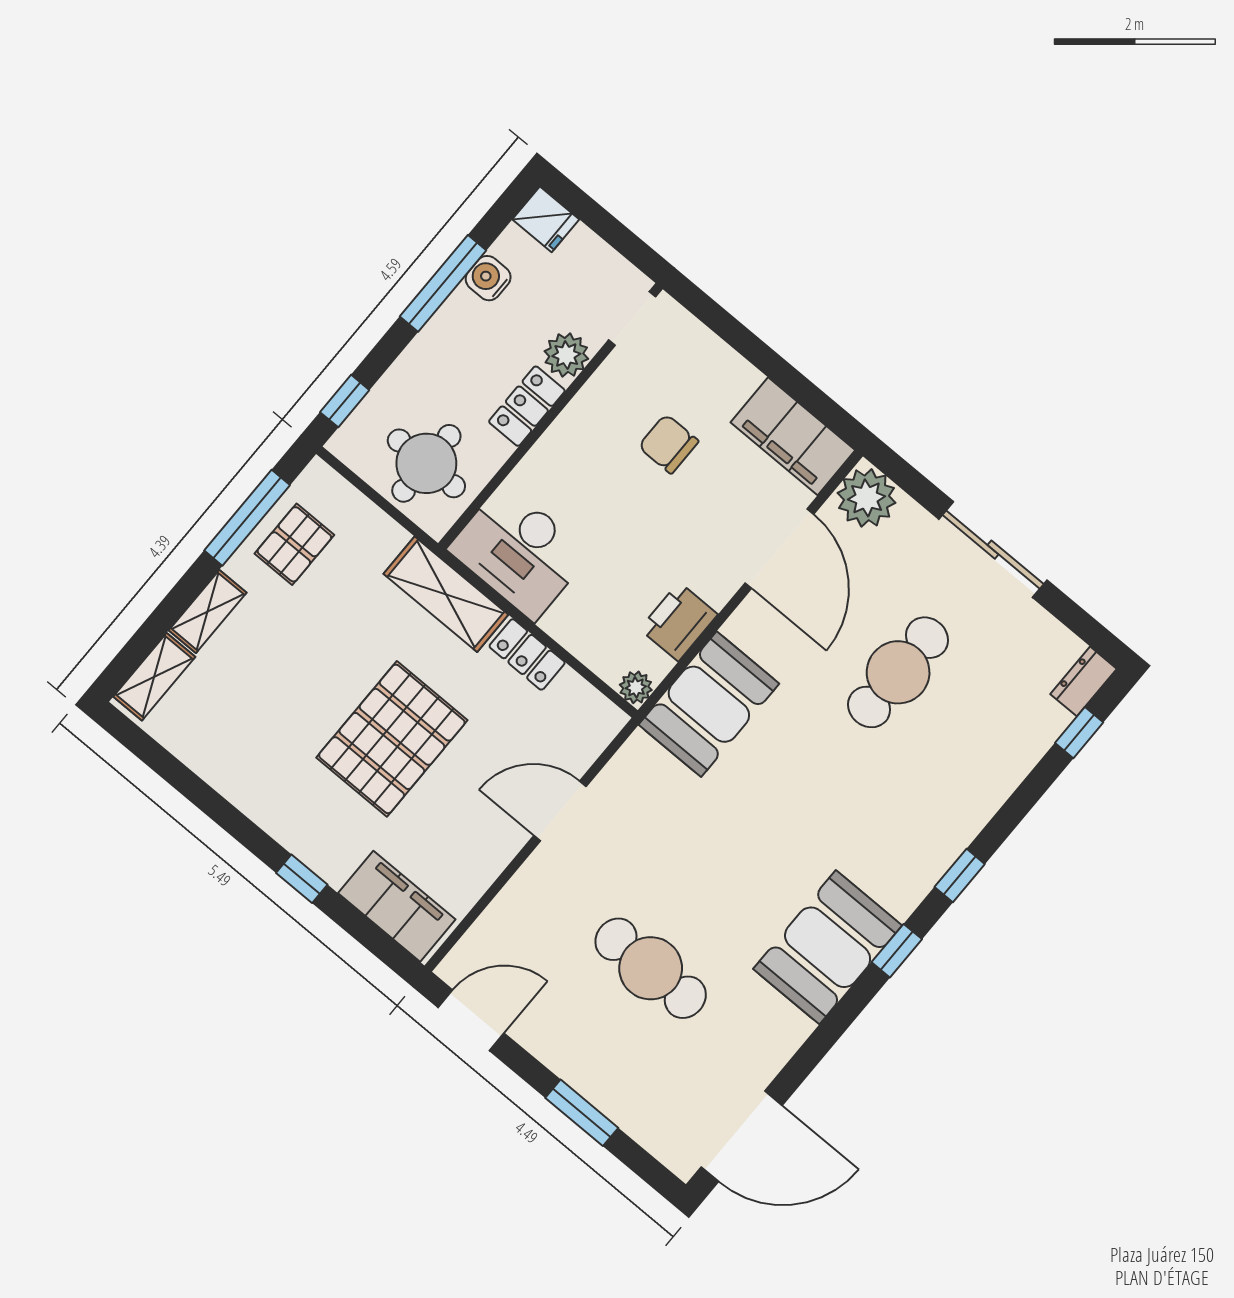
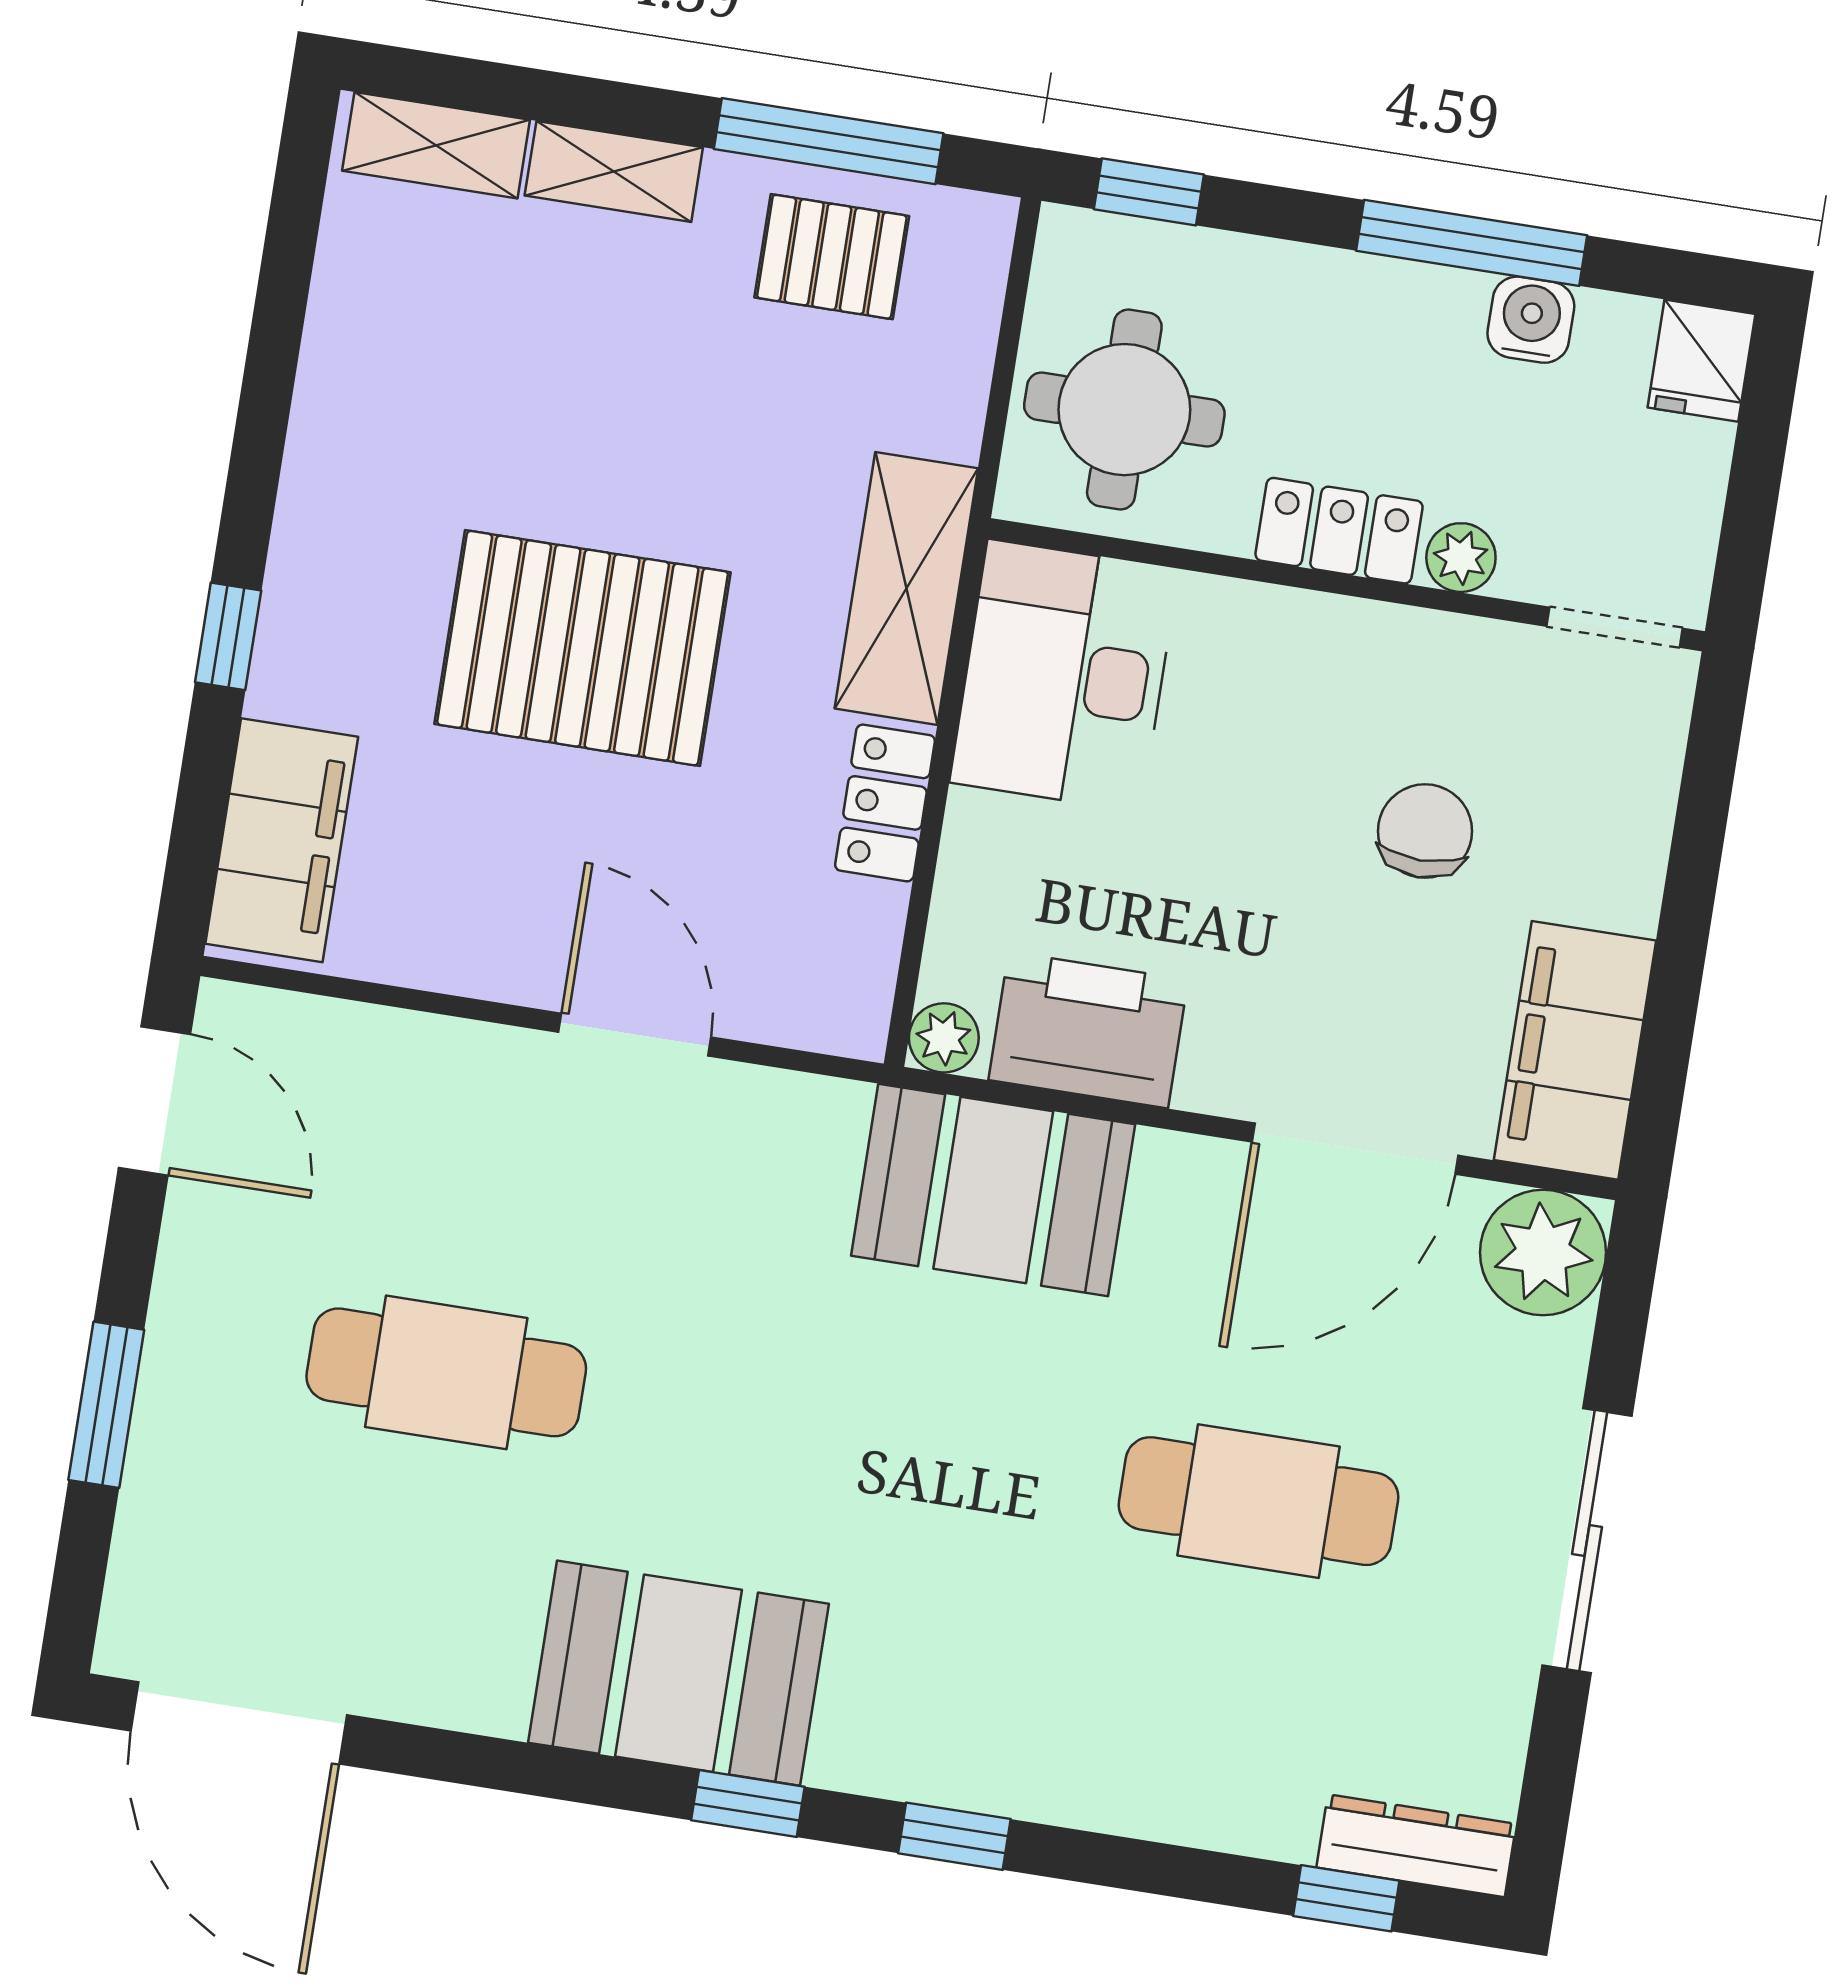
plant: (566, 355) -> (1461, 558), width x0.73, depth x0.73
printer: (679, 622) -> (1088, 1030), width x1.37, depth x1.19
dresser: (1083, 681) -> (1416, 1846), width x1.44
cafe table: (651, 968) -> (446, 1372), turned 90

